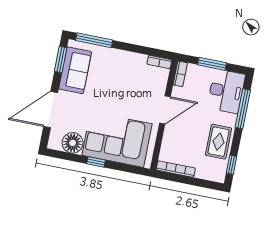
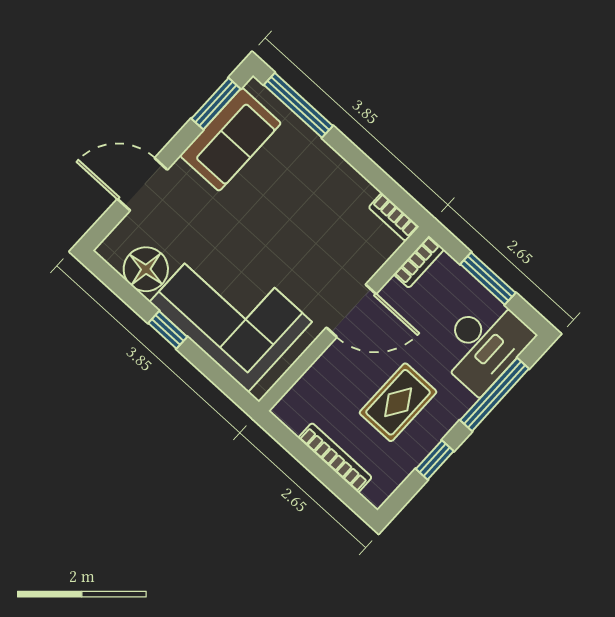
door: (51, 110) -> (142, 184), width x0.73
rug: (219, 142) -> (398, 402), moved
window: (232, 165) -> (435, 460), moved
bookcase: (176, 169) -> (335, 458), moved

